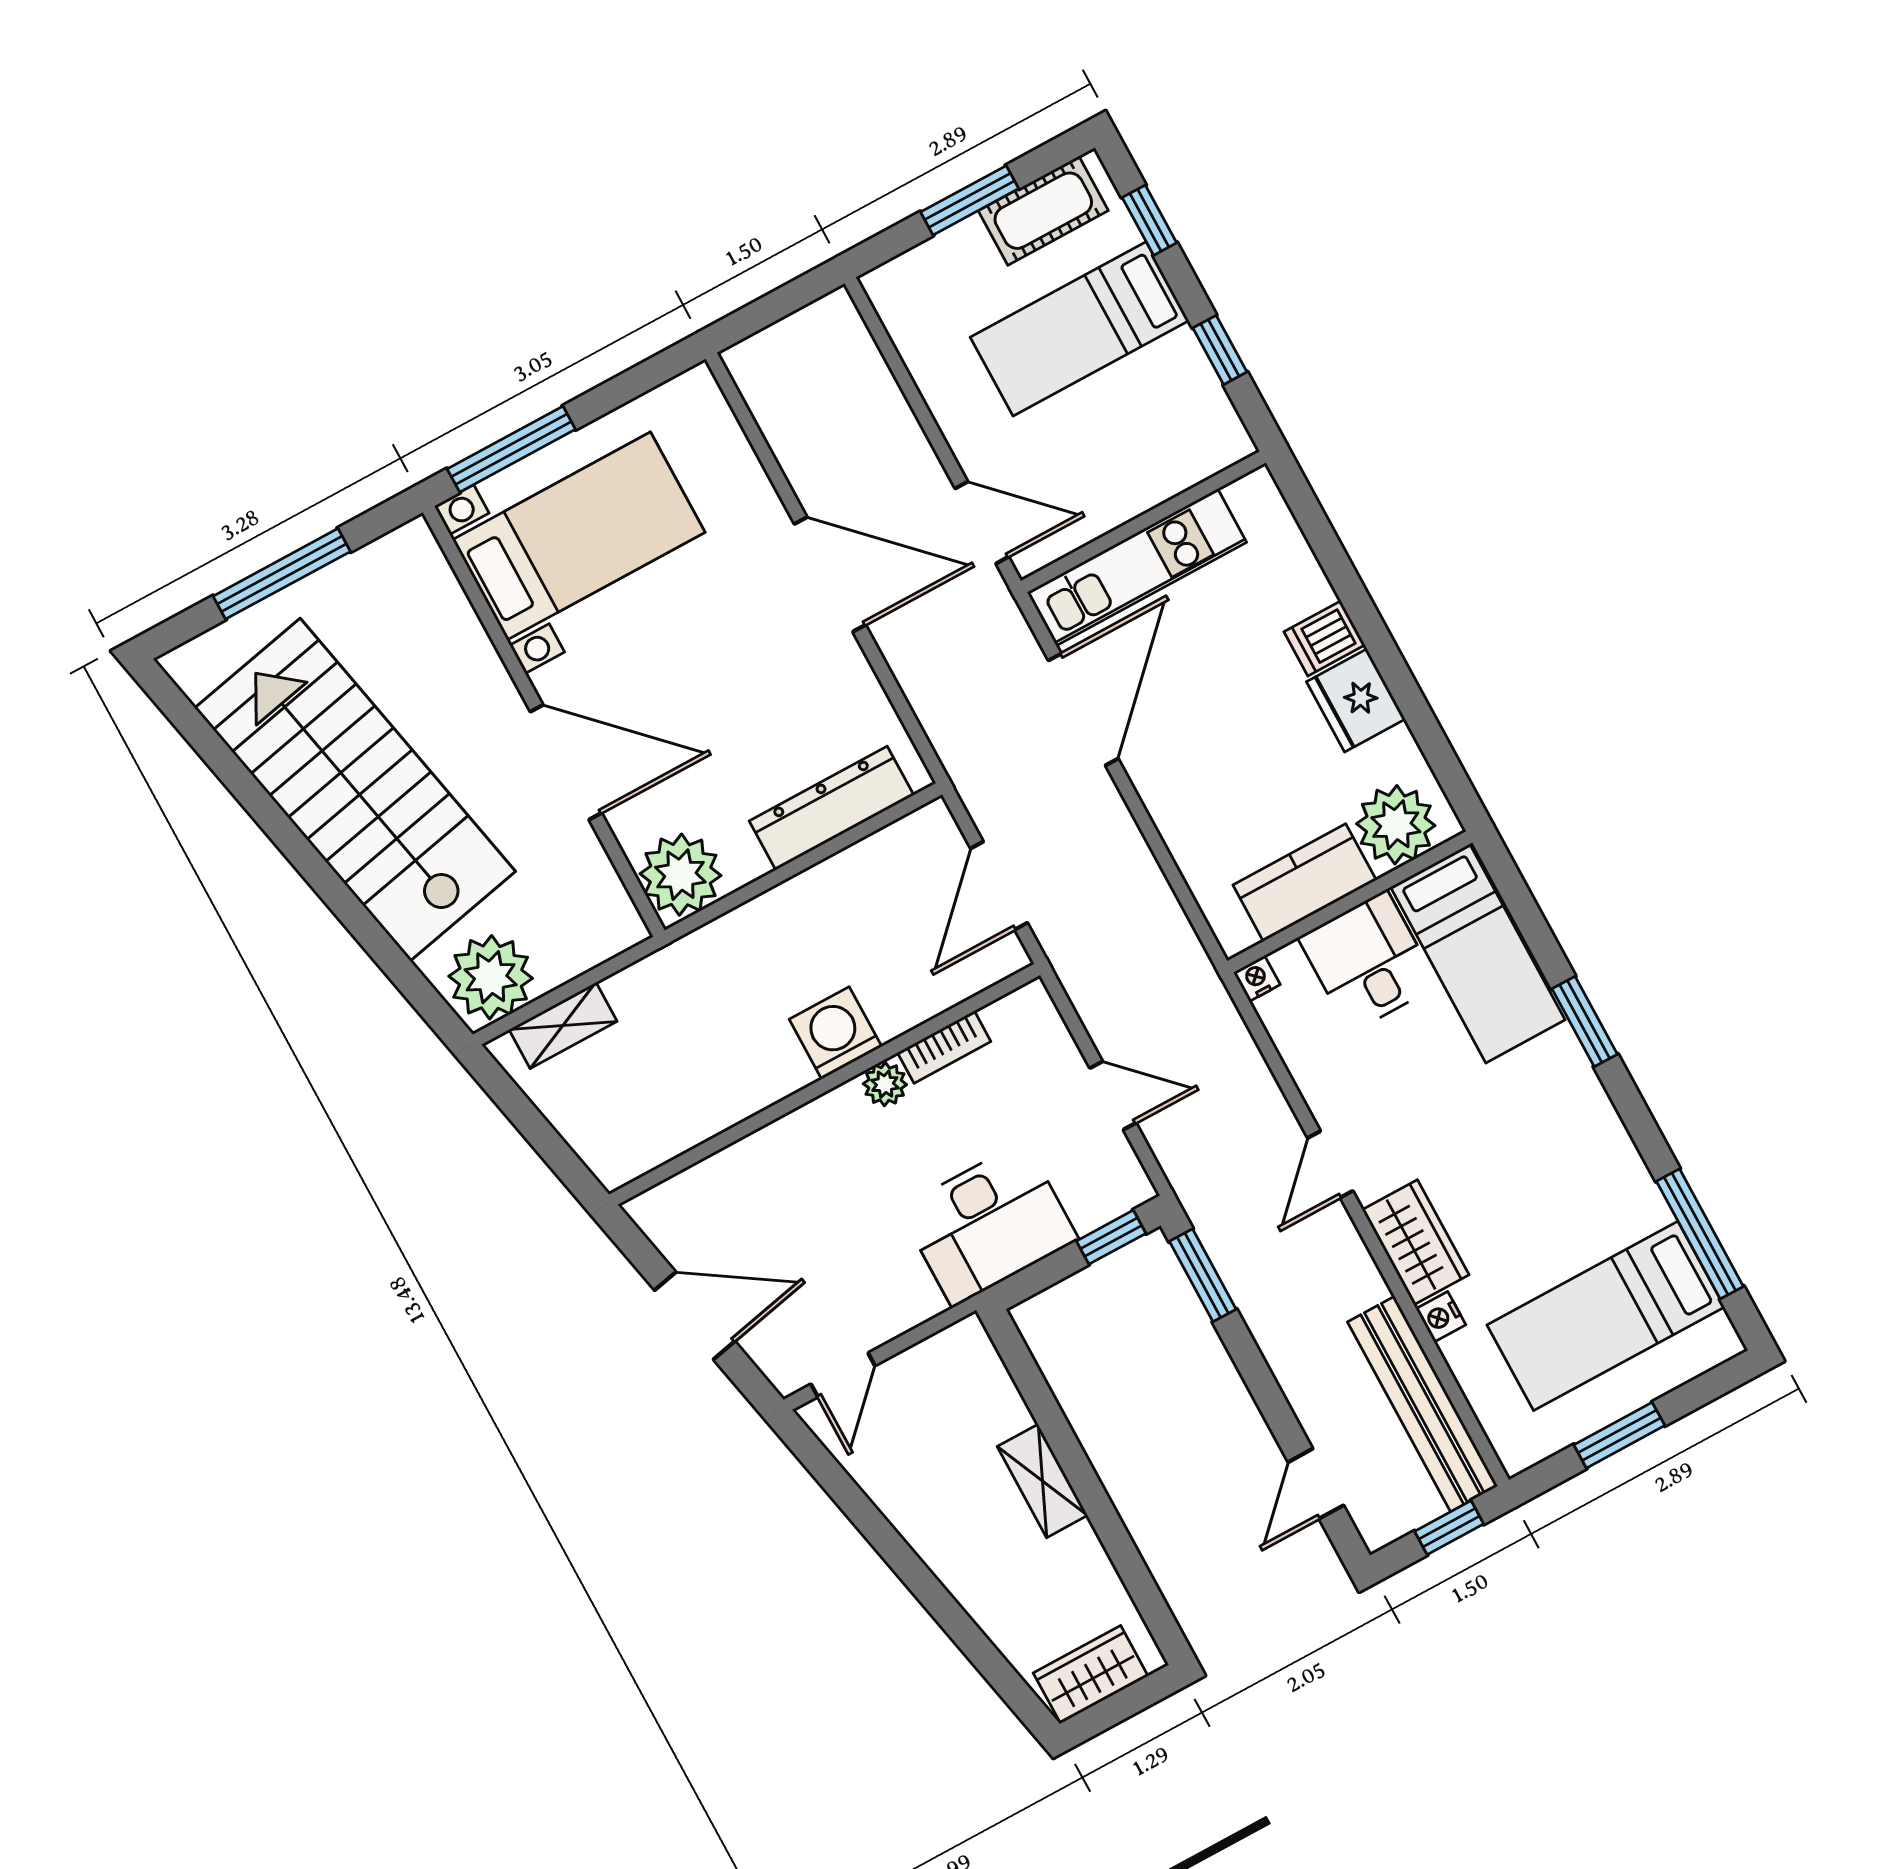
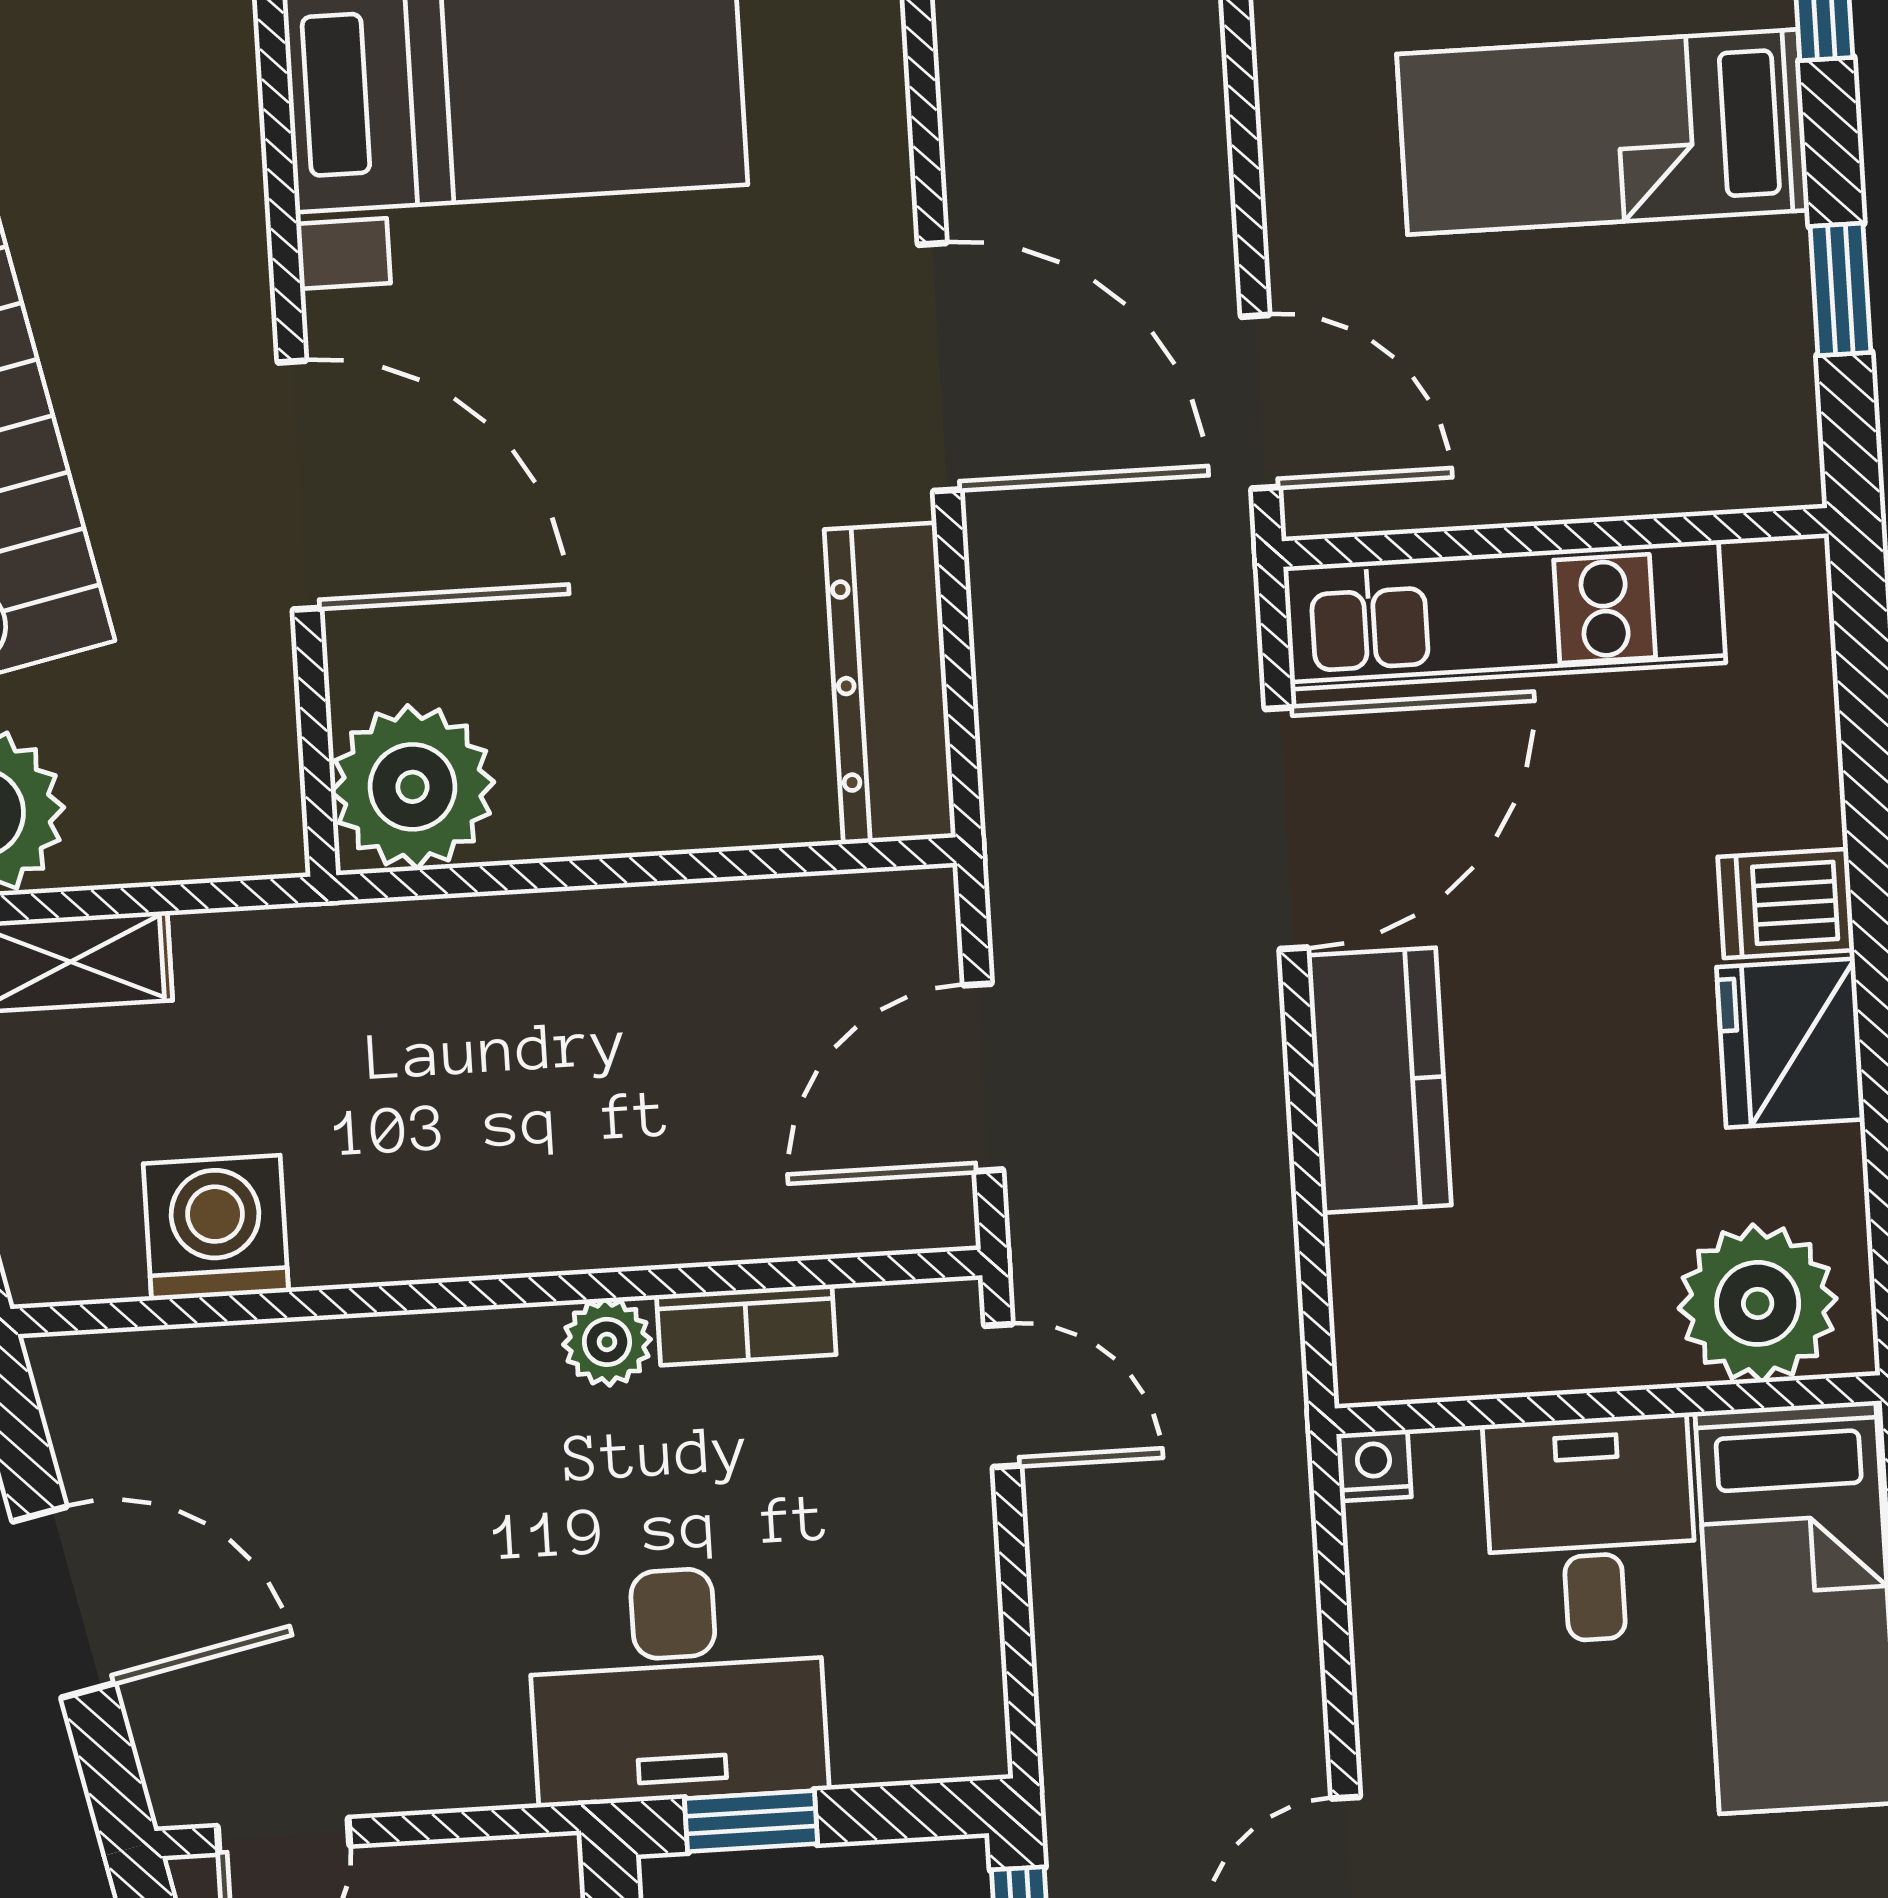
dresser: (831, 808) -> (890, 683), moved, turned -90
kitchen counter: (1305, 883) -> (1379, 1080), moved, turned 90
washing machine: (835, 1033) -> (216, 1228), moved
door: (1113, 1095) -> (1003, 1396), moved
window: (1111, 1237) -> (751, 1821), moved

